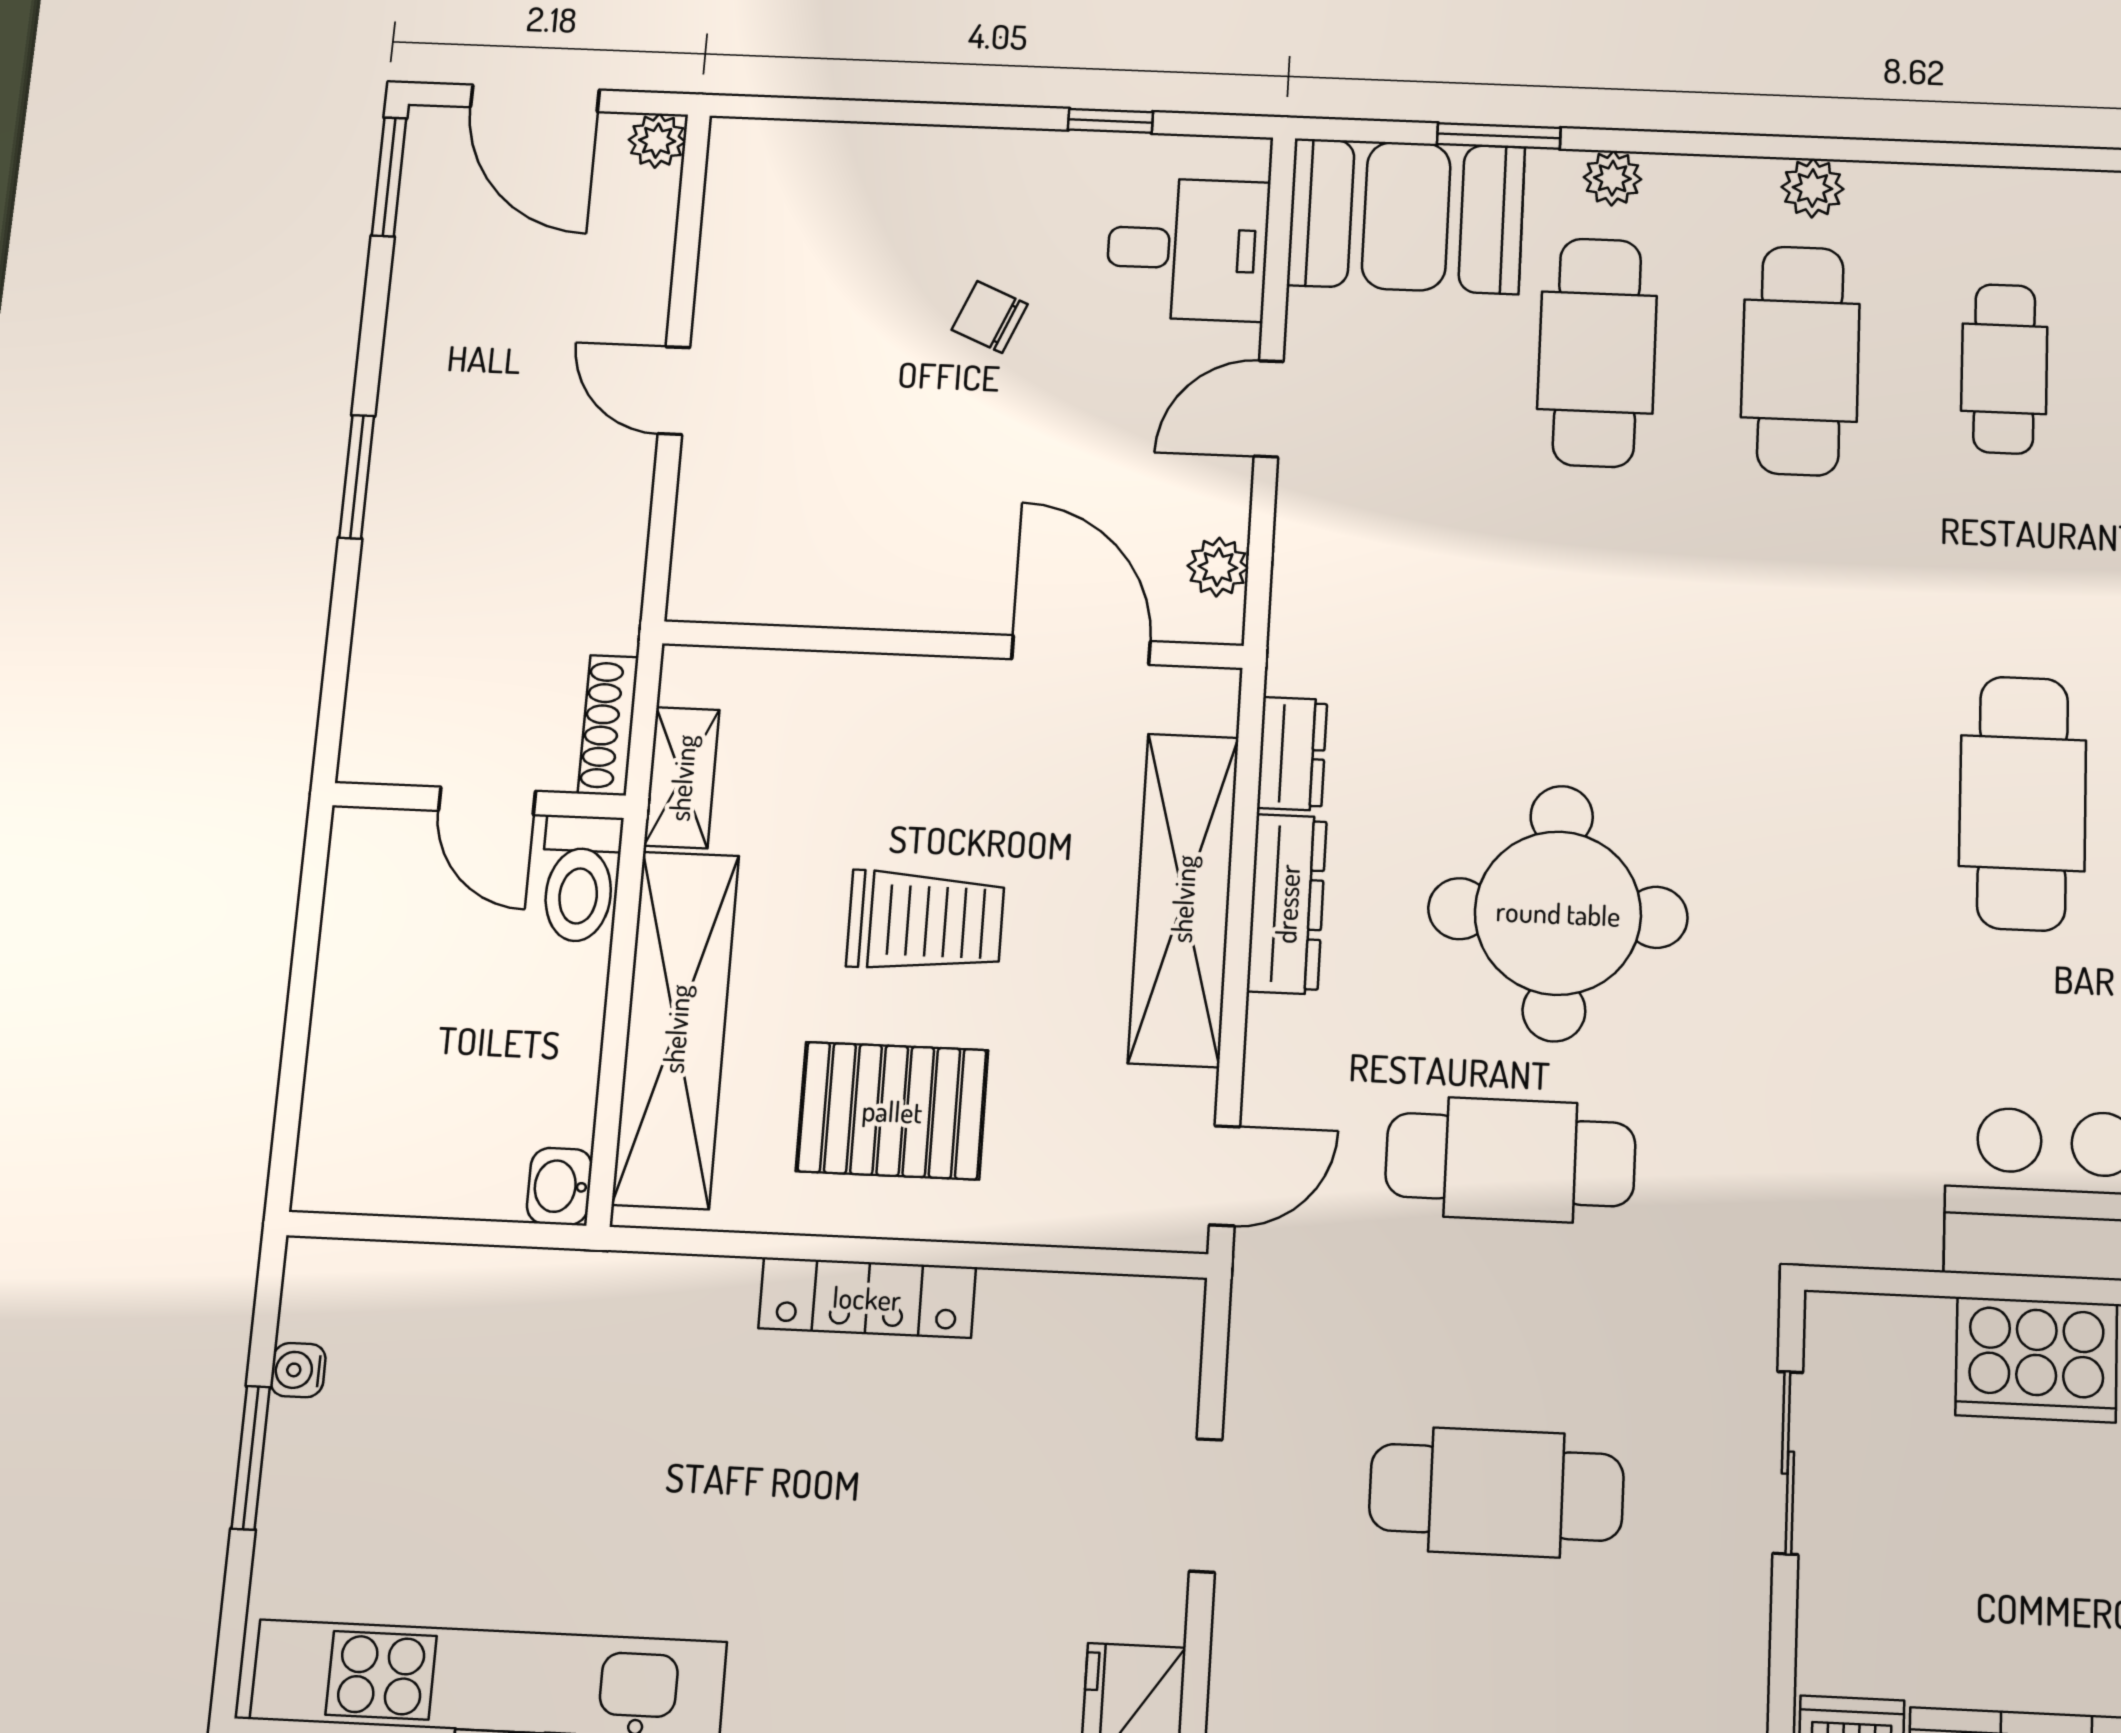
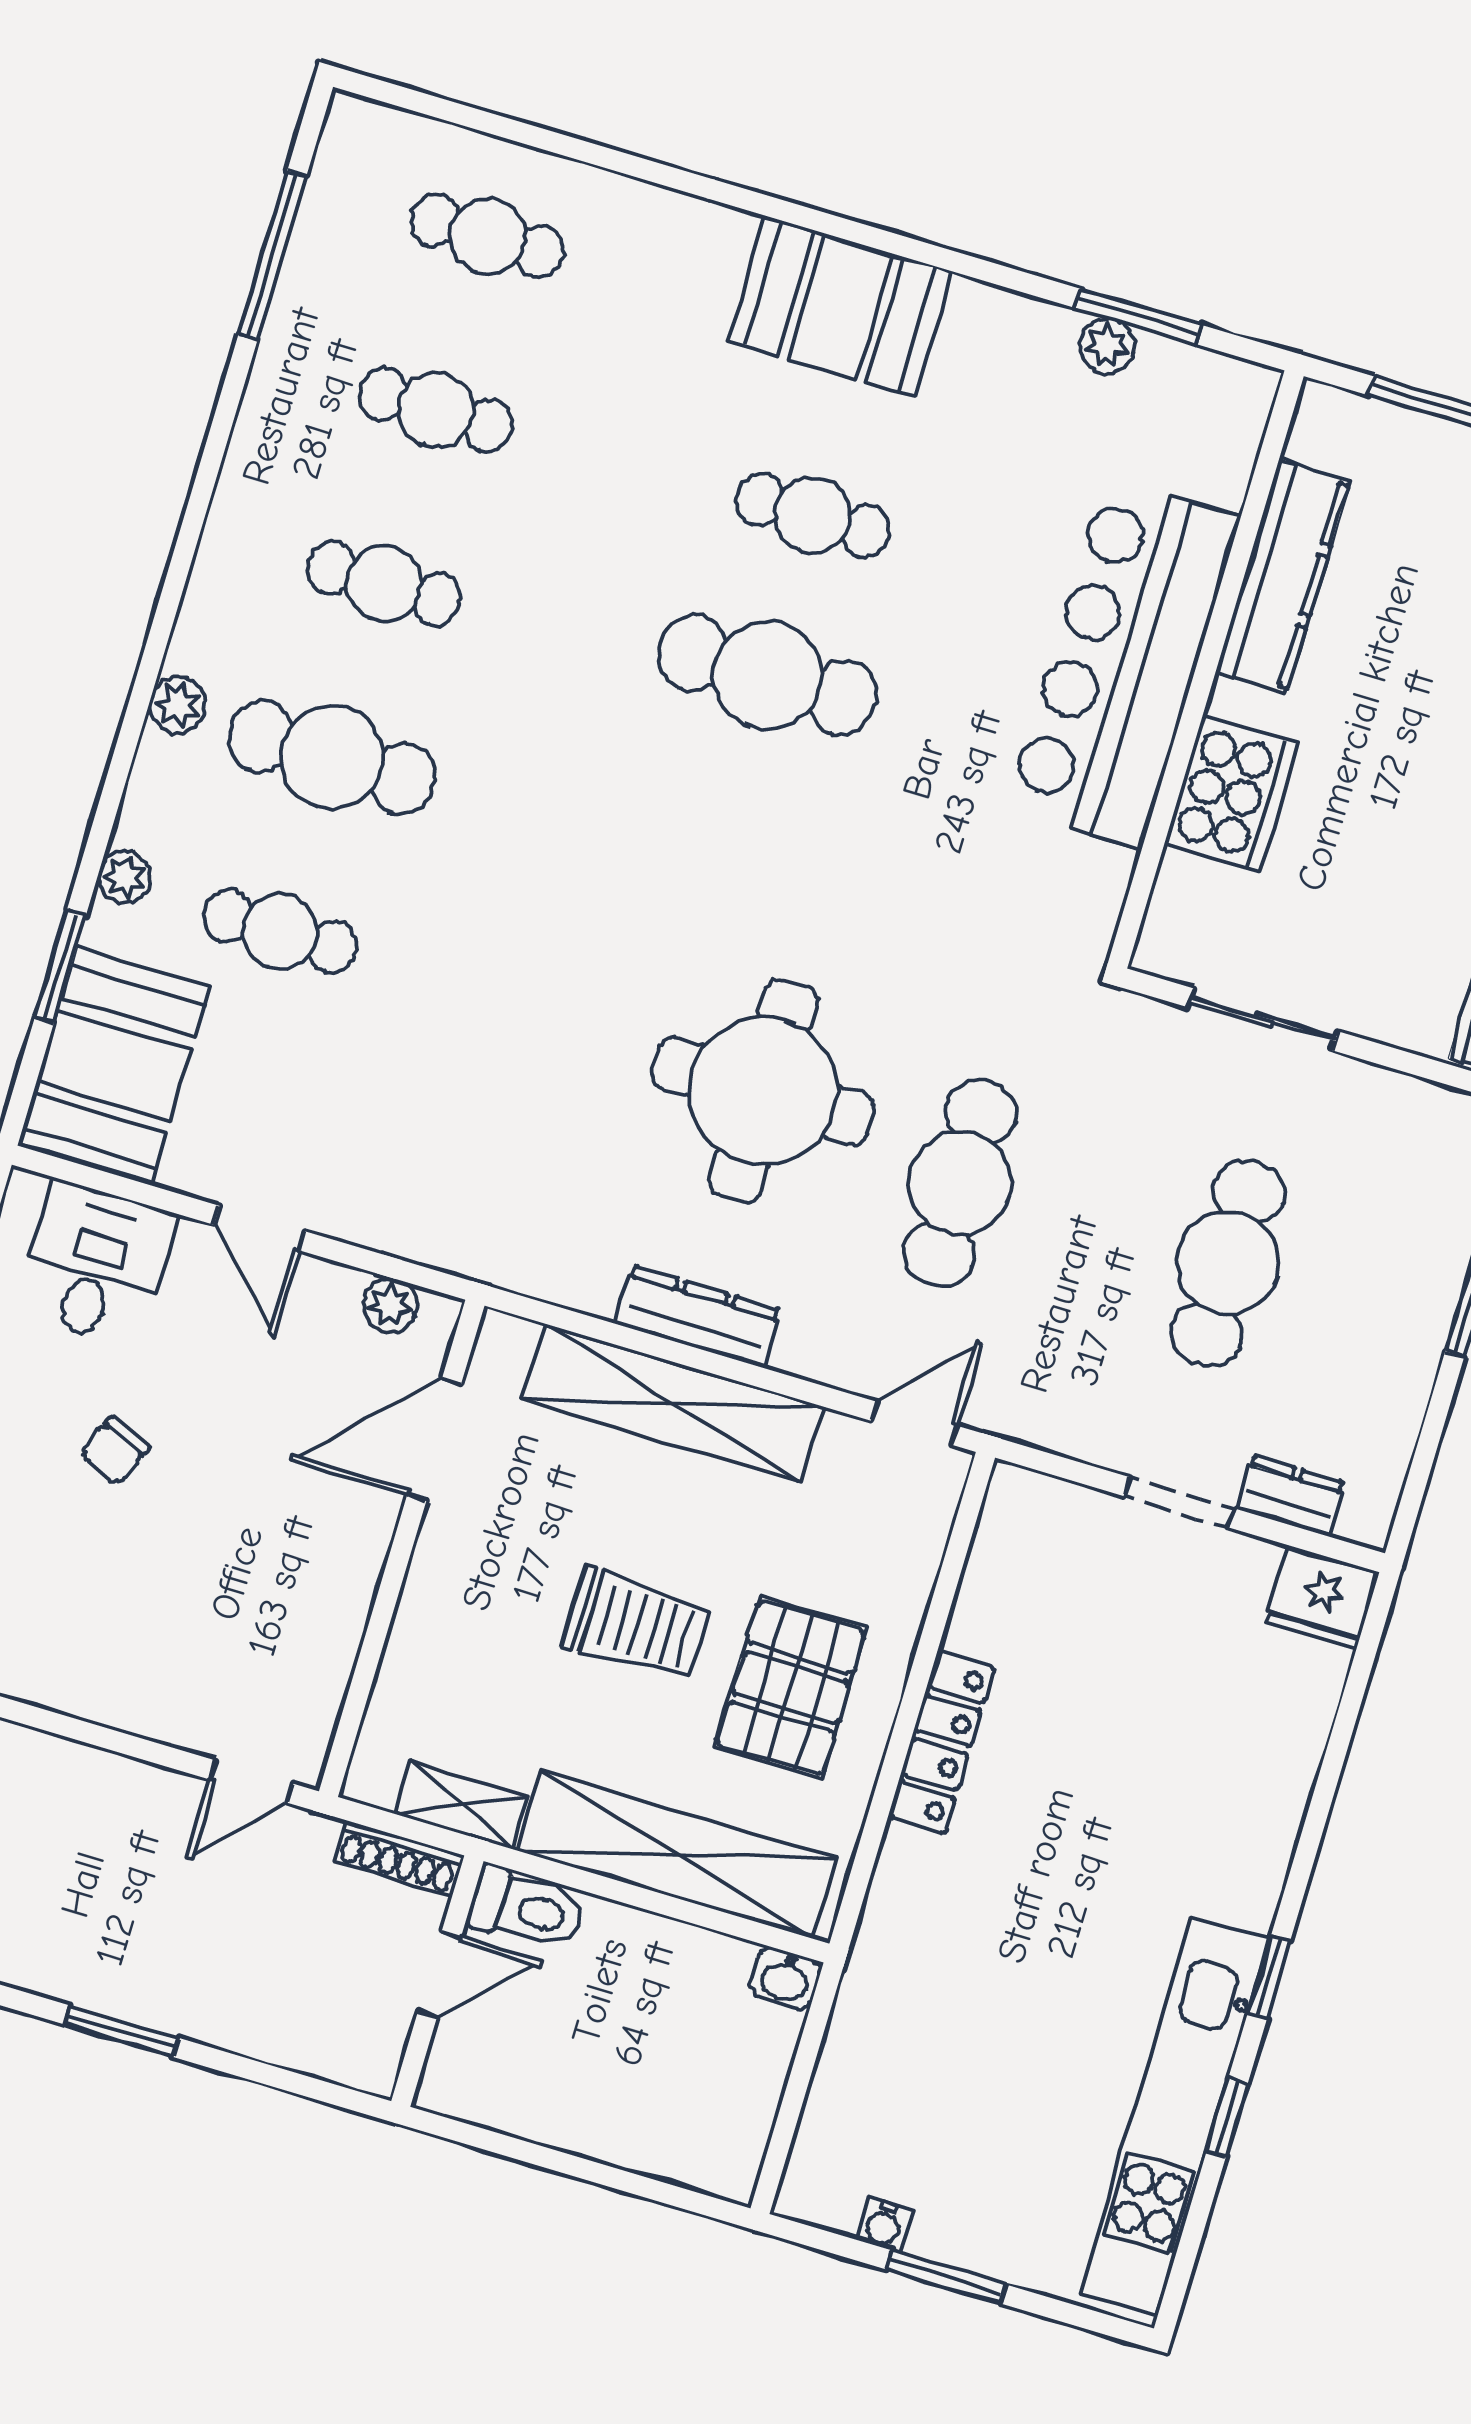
cafe table: (1597, 352) -> (280, 931), width x0.73, depth x0.74
door: (674, 391) -> (251, 1782), moved
dresser: (1292, 754) -> (1291, 1496), moved
trolley: (925, 921) -> (637, 1625), turned 90
door: (1225, 1176) -> (914, 1423), hinge flipped

